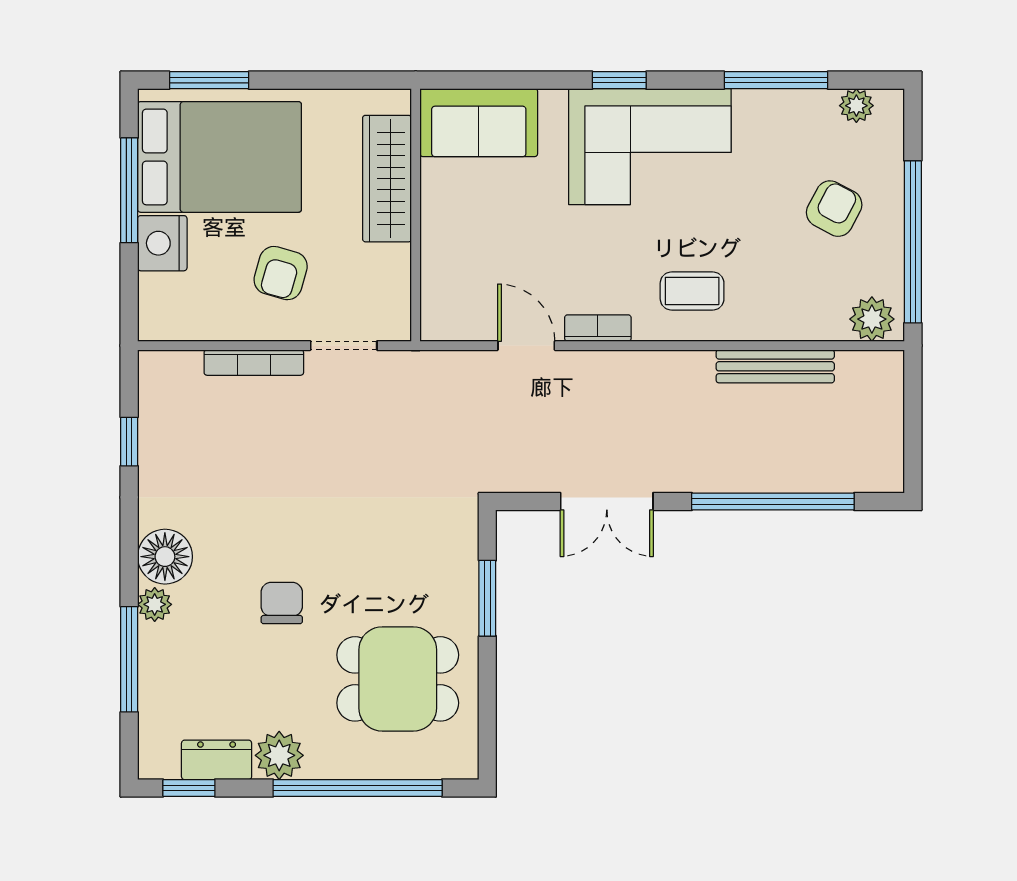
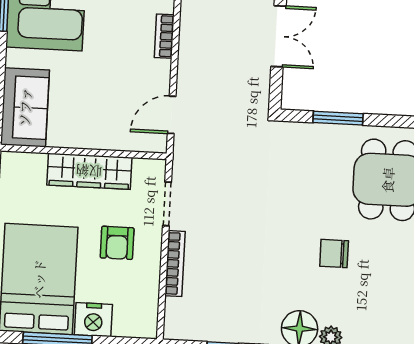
wardrobe: (387, 179) -> (89, 171), moved
armchair: (281, 273) -> (117, 243), turned 74
door: (526, 346) -> (172, 115), moved

